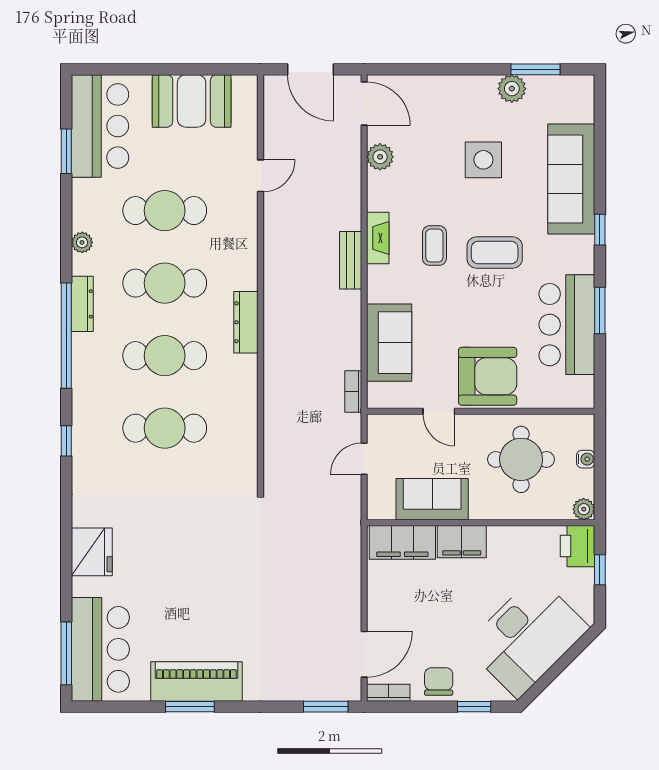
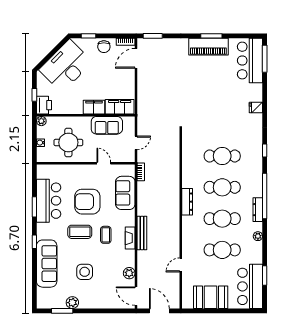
bench: (351, 260) -> (142, 233), width x1.36
armchair: (488, 376) -> (87, 202), moved
fridge: (92, 552) -> (256, 107), width x0.53, depth x0.75

